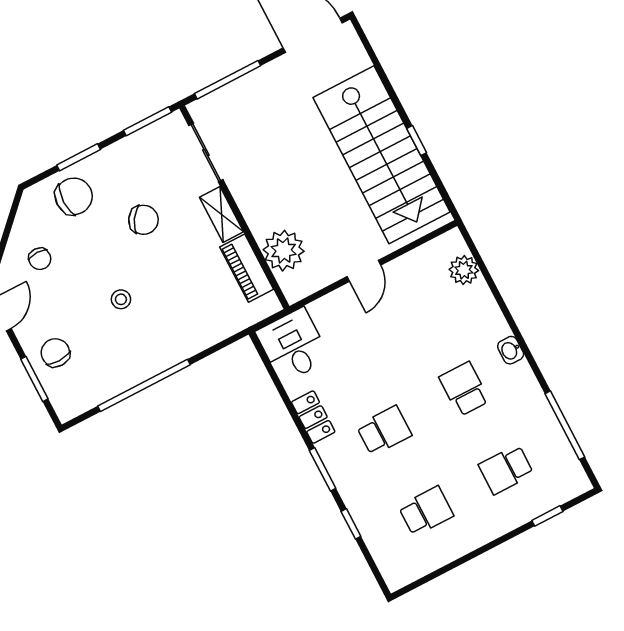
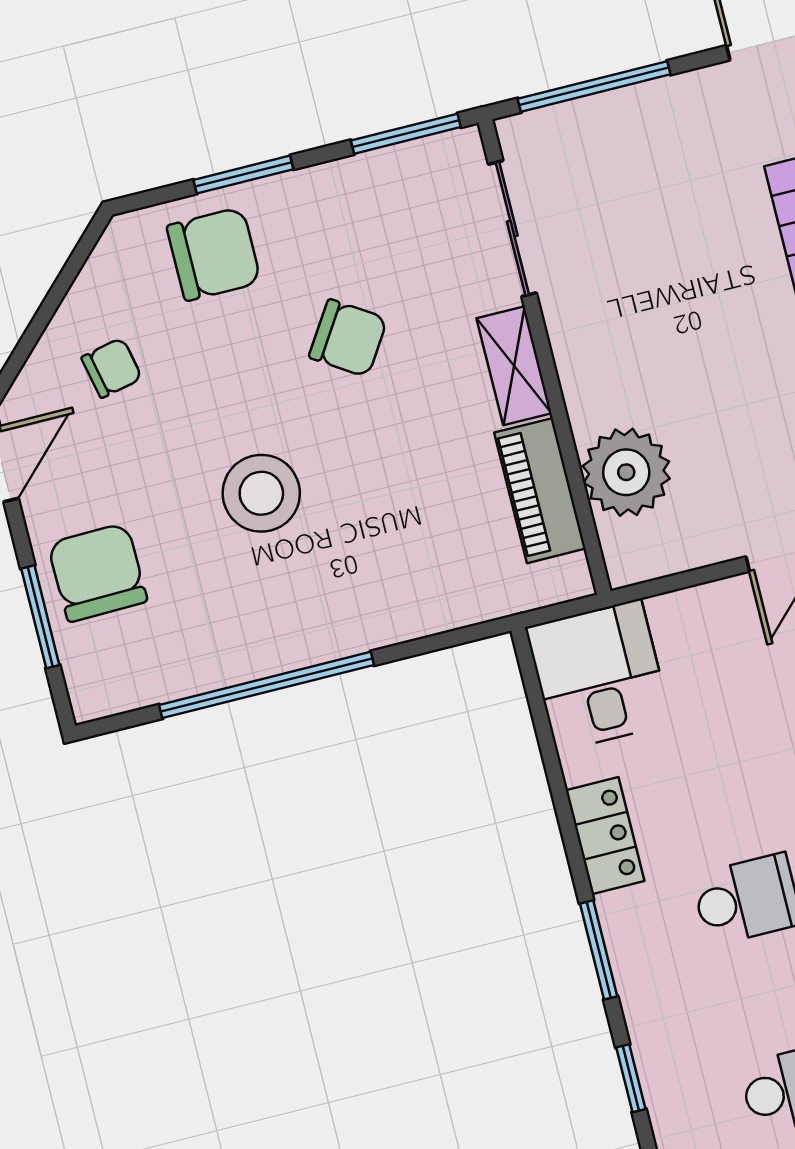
chair: (40, 259) -> (112, 368), turned -102
stool: (121, 299) -> (261, 493), width x1.89, depth x1.89
chair: (55, 353) -> (97, 572), width x1.37, depth x1.37

